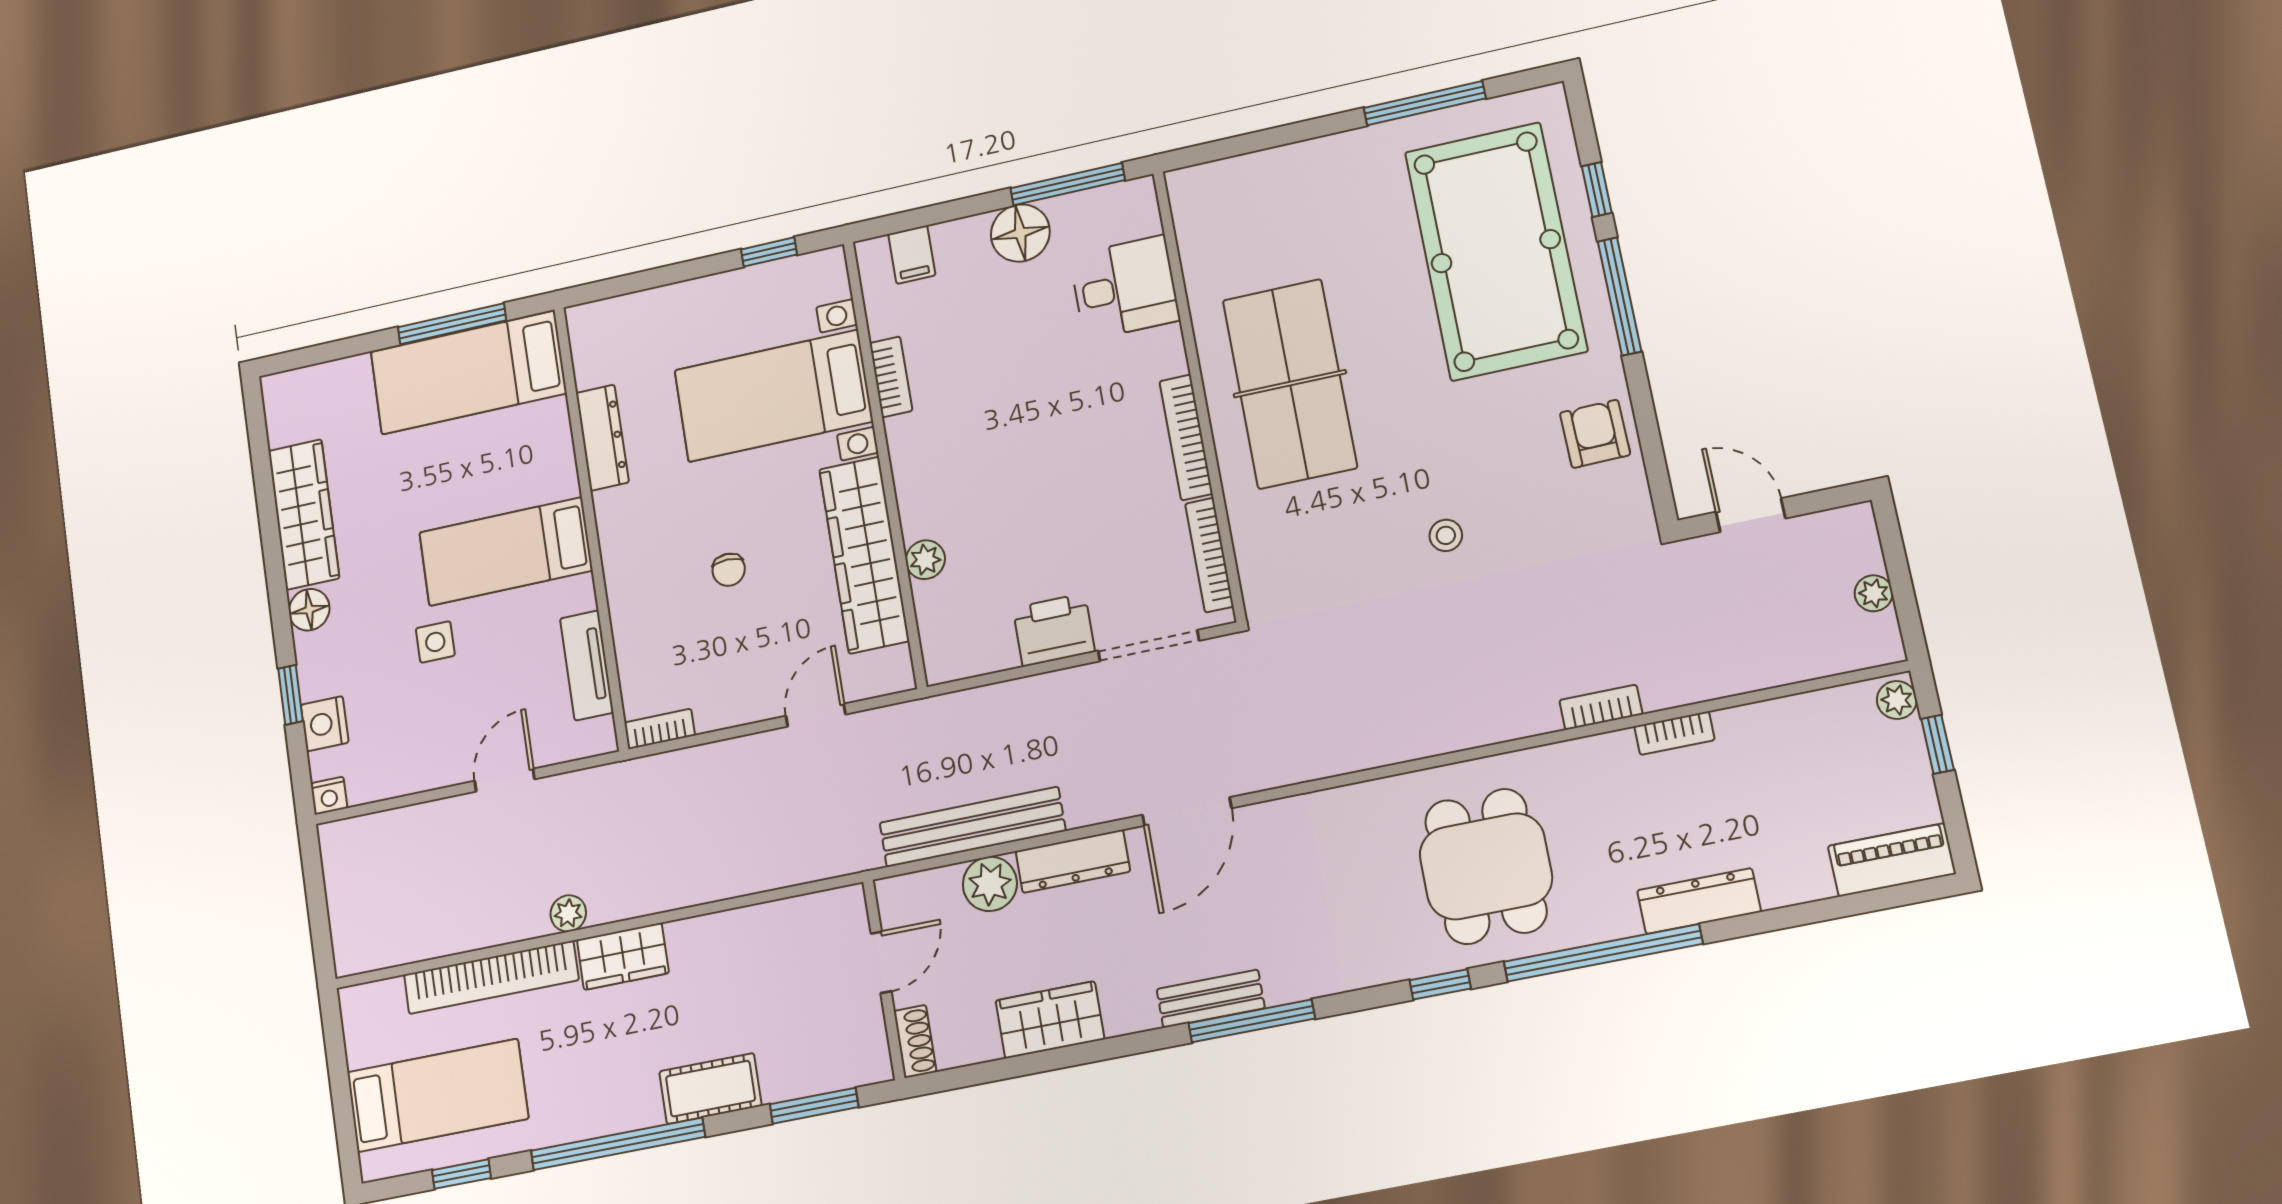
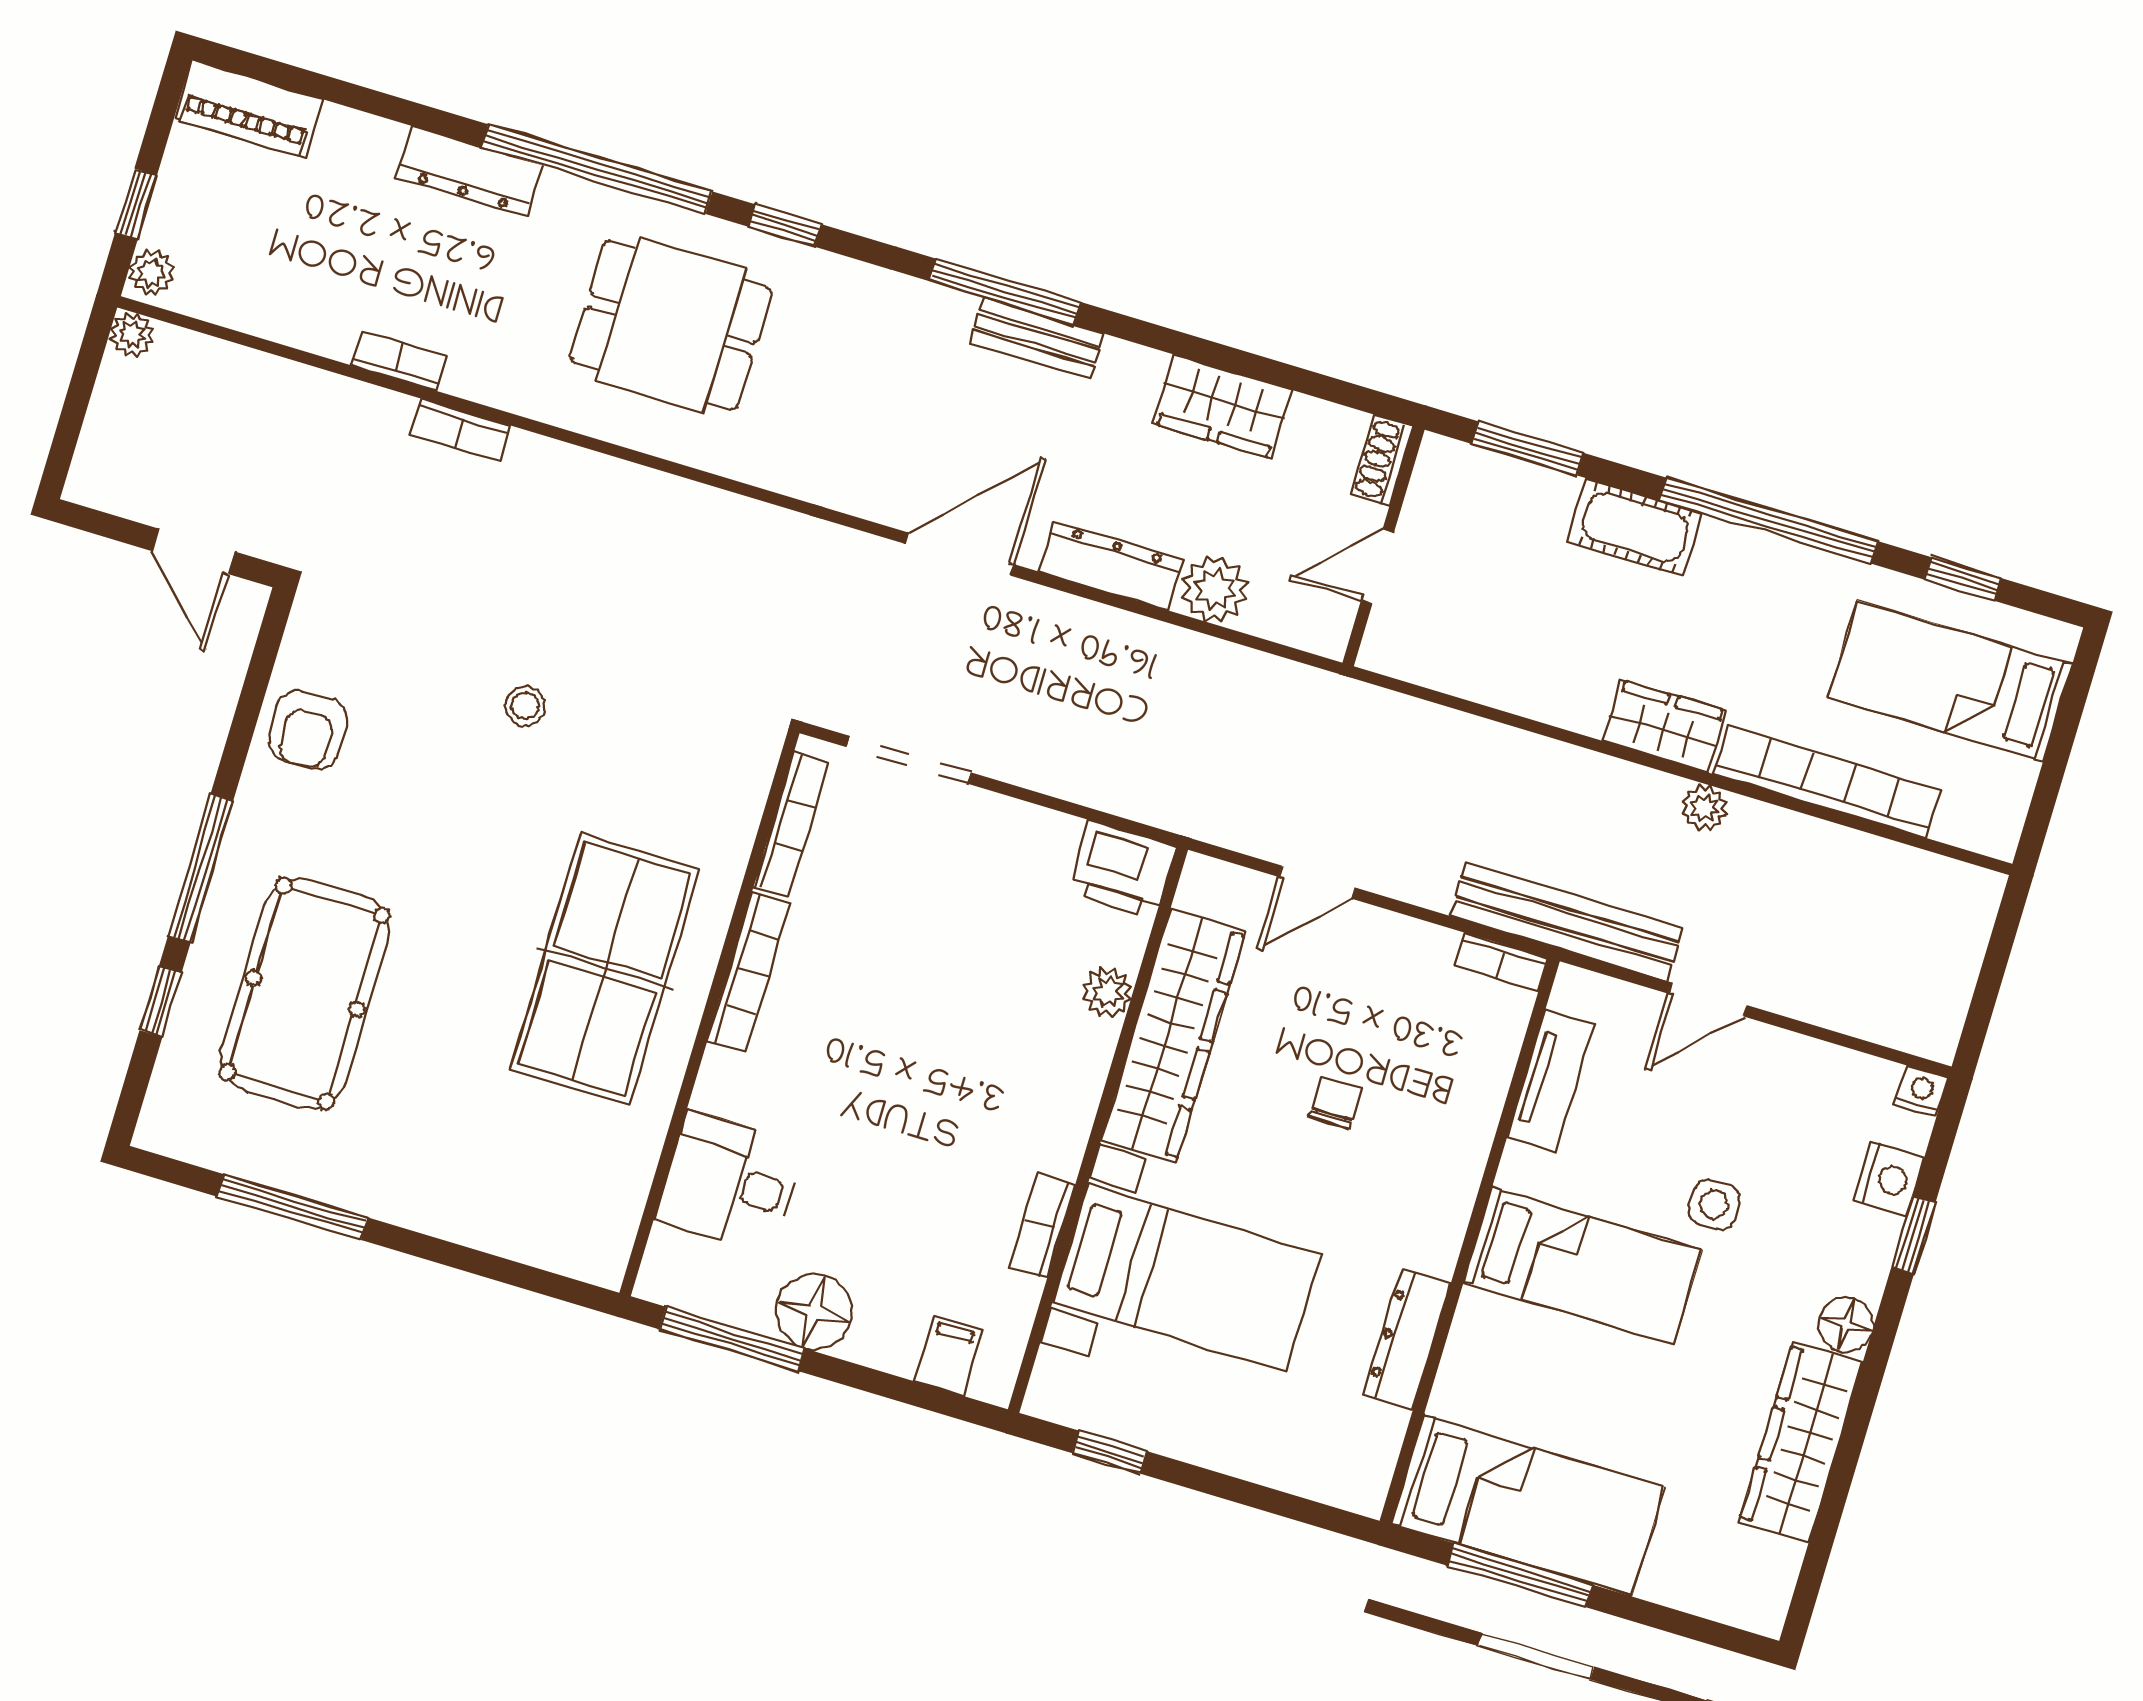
pool table: (1496, 251) -> (305, 994), width x0.73, depth x0.76
plant: (1874, 593) -> (132, 335), moved
printer: (1054, 630) -> (1122, 870), moved
bench: (972, 827) -> (1566, 921), moved
dining table: (1486, 866) -> (671, 325), turned 90

